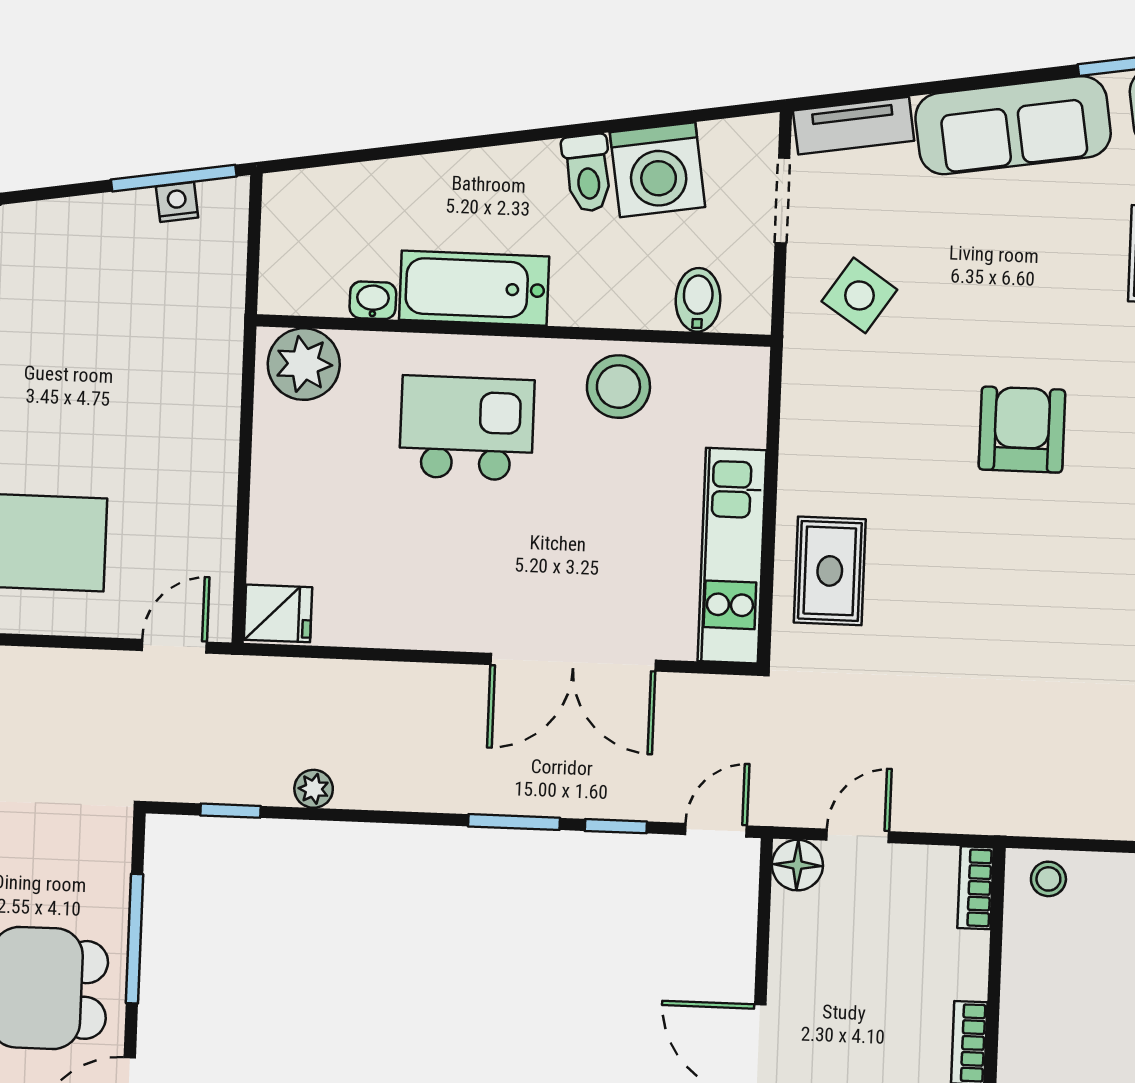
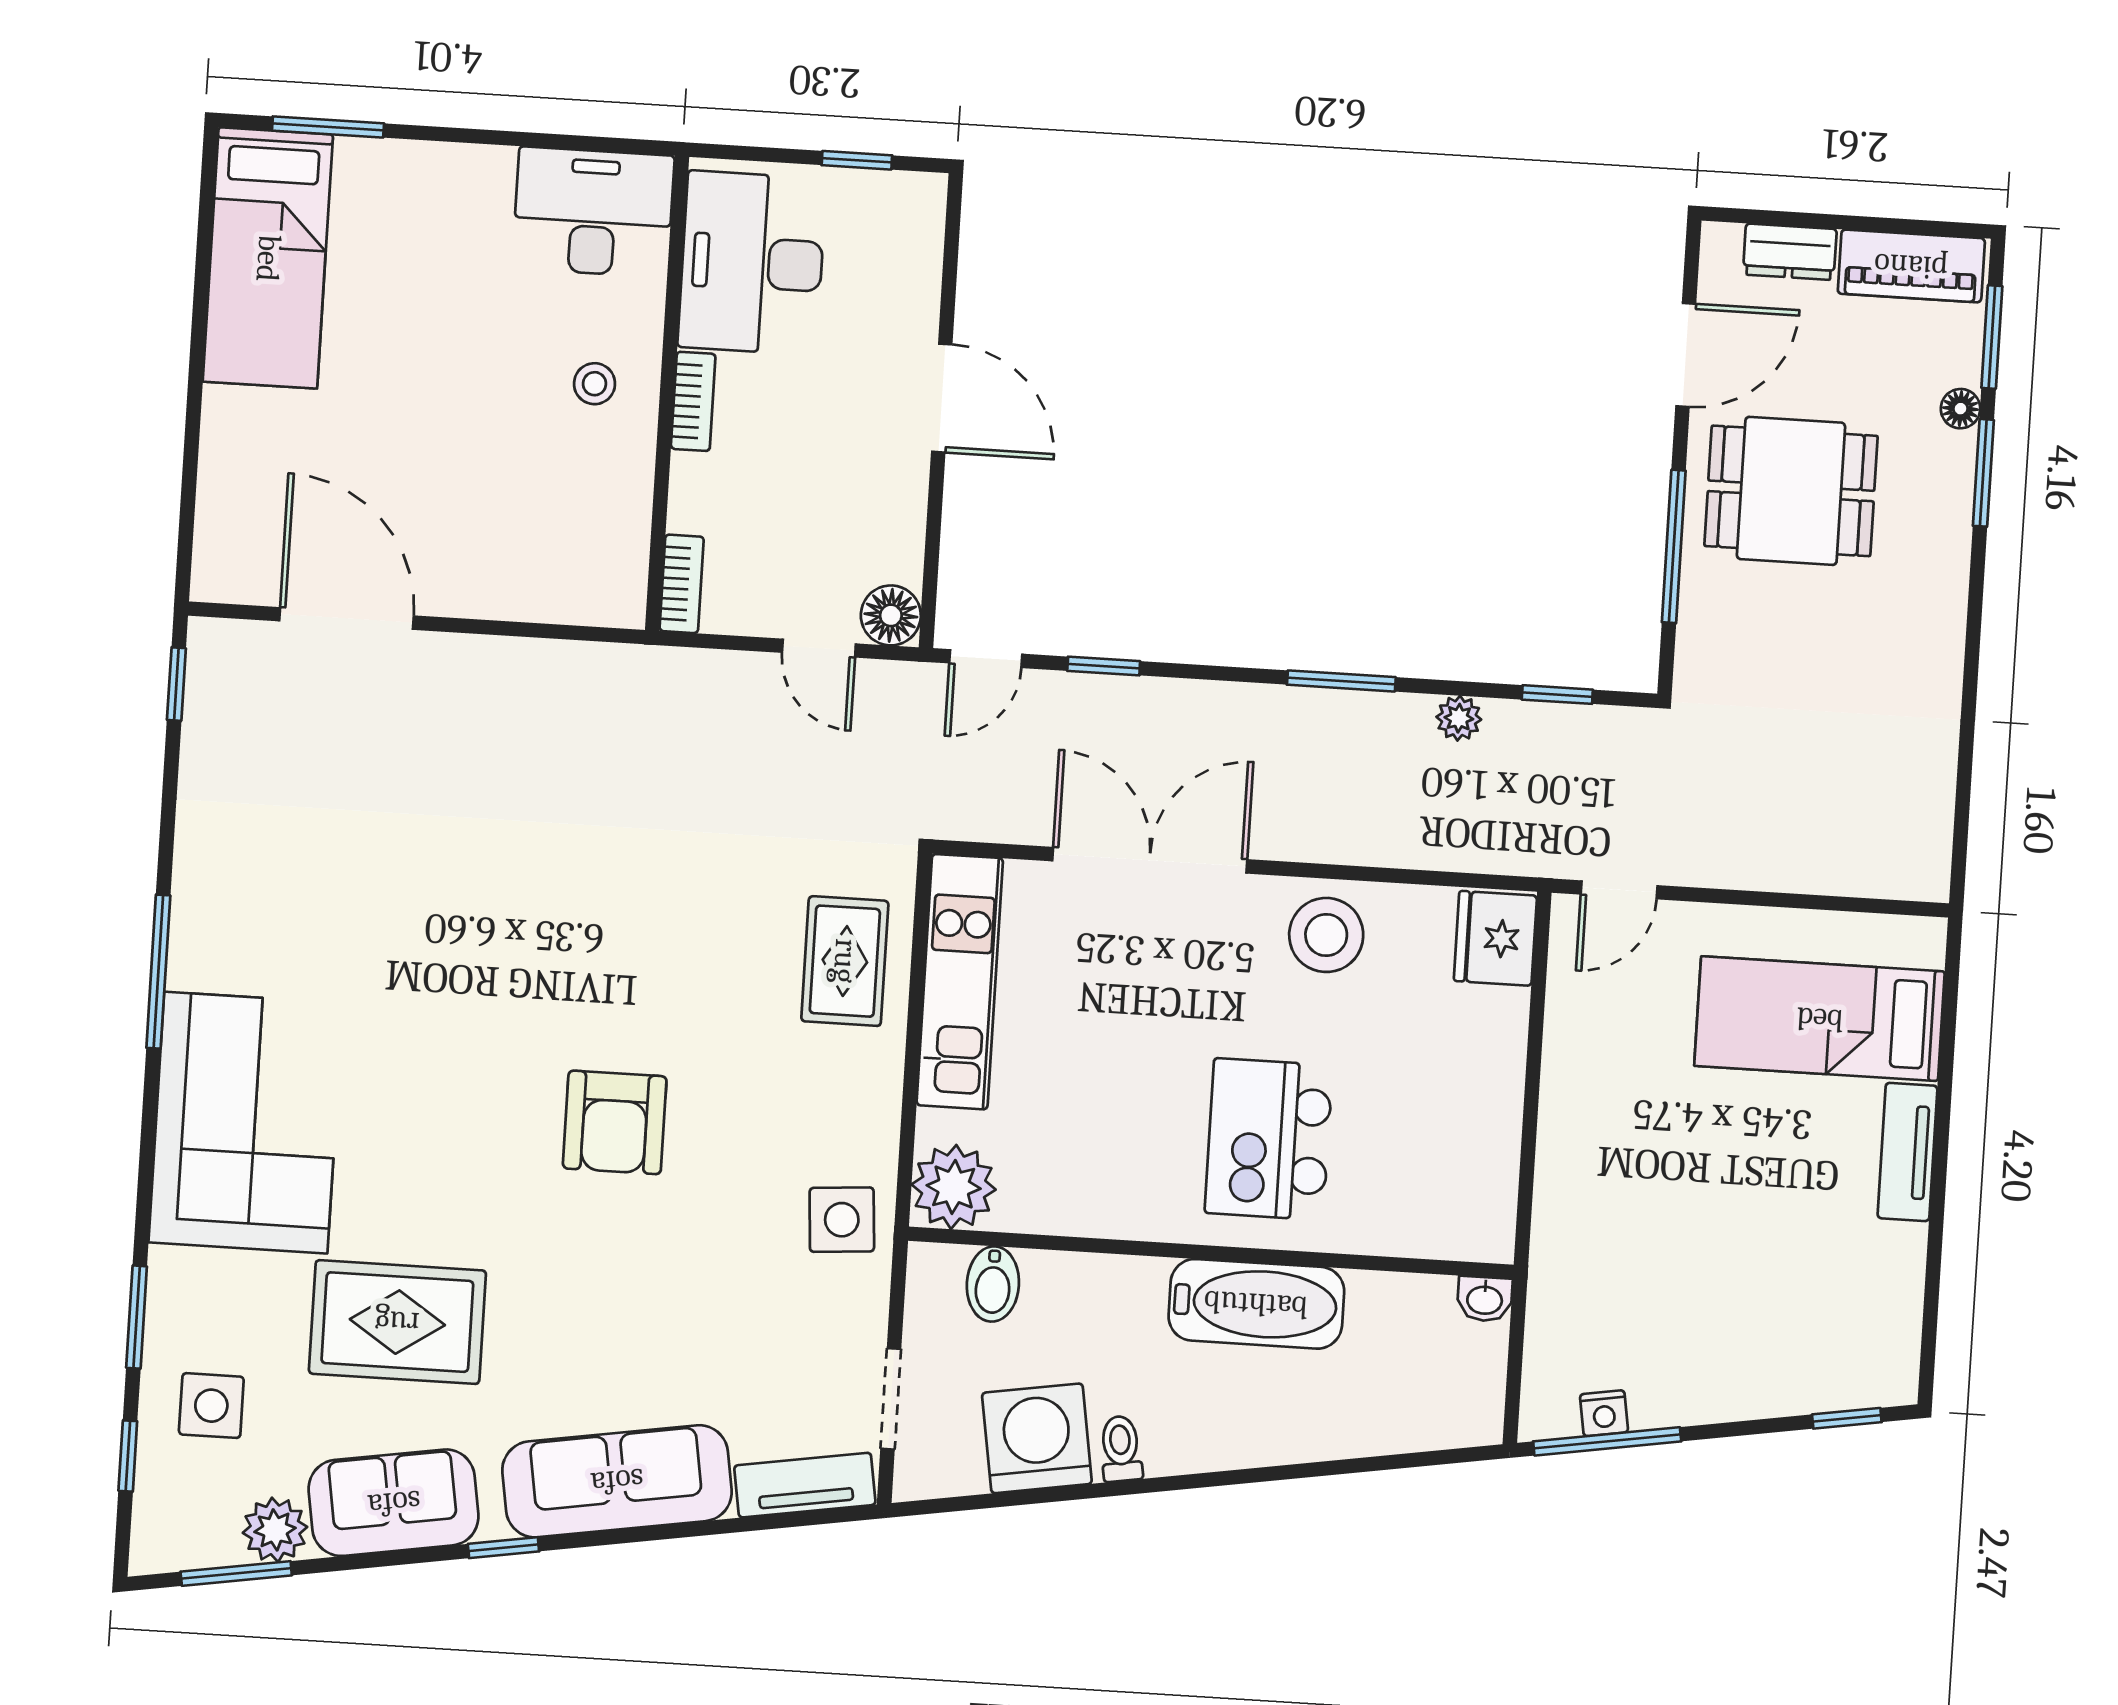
toilet: (588, 173) -> (1121, 1449), width x0.73, depth x0.72
side table: (859, 295) -> (842, 1220), moved, turned -38
washbasin: (373, 300) -> (1485, 1299), moved
plant: (304, 364) -> (954, 1187), moved
stool: (618, 387) -> (1326, 935), moved
kitchen island: (467, 428) -> (1269, 1139), turned 90
fridge: (278, 613) -> (1495, 938), width x1.38
window: (514, 822) -> (1341, 681), moved
door: (858, 836) -> (819, 648), hinge flipped
stool: (1048, 879) -> (595, 384), moved

